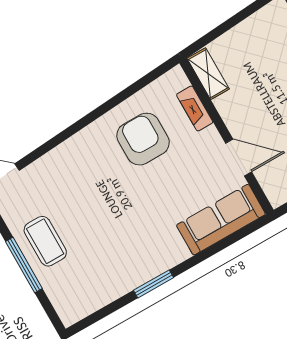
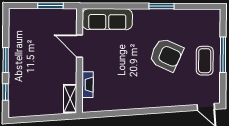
armchair: (143, 139) -> (166, 55), moved, turned -66

